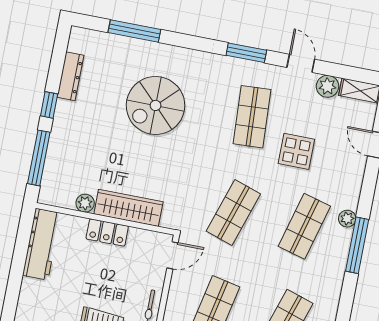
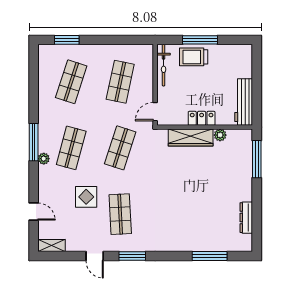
plant: (327, 86) -> (74, 244), removed
window: (49, 105) -> (257, 196), removed
spiral stairs: (156, 105) -> (186, 209), removed

